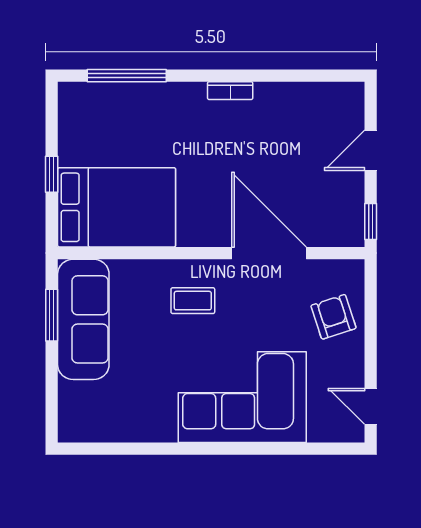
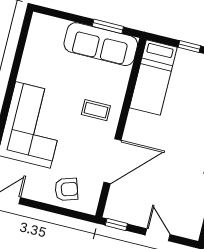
bed: (117, 207) -> (153, 77), width x0.67
coffee table: (193, 301) -> (96, 110), turned 90

